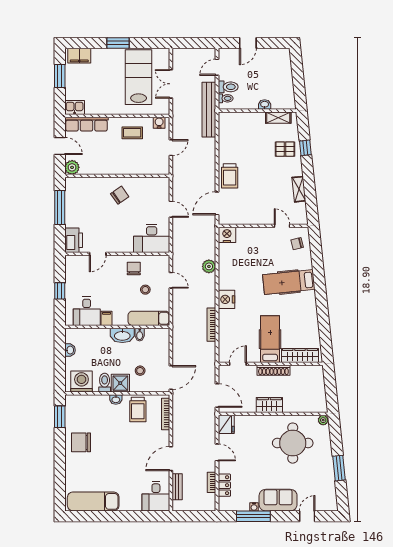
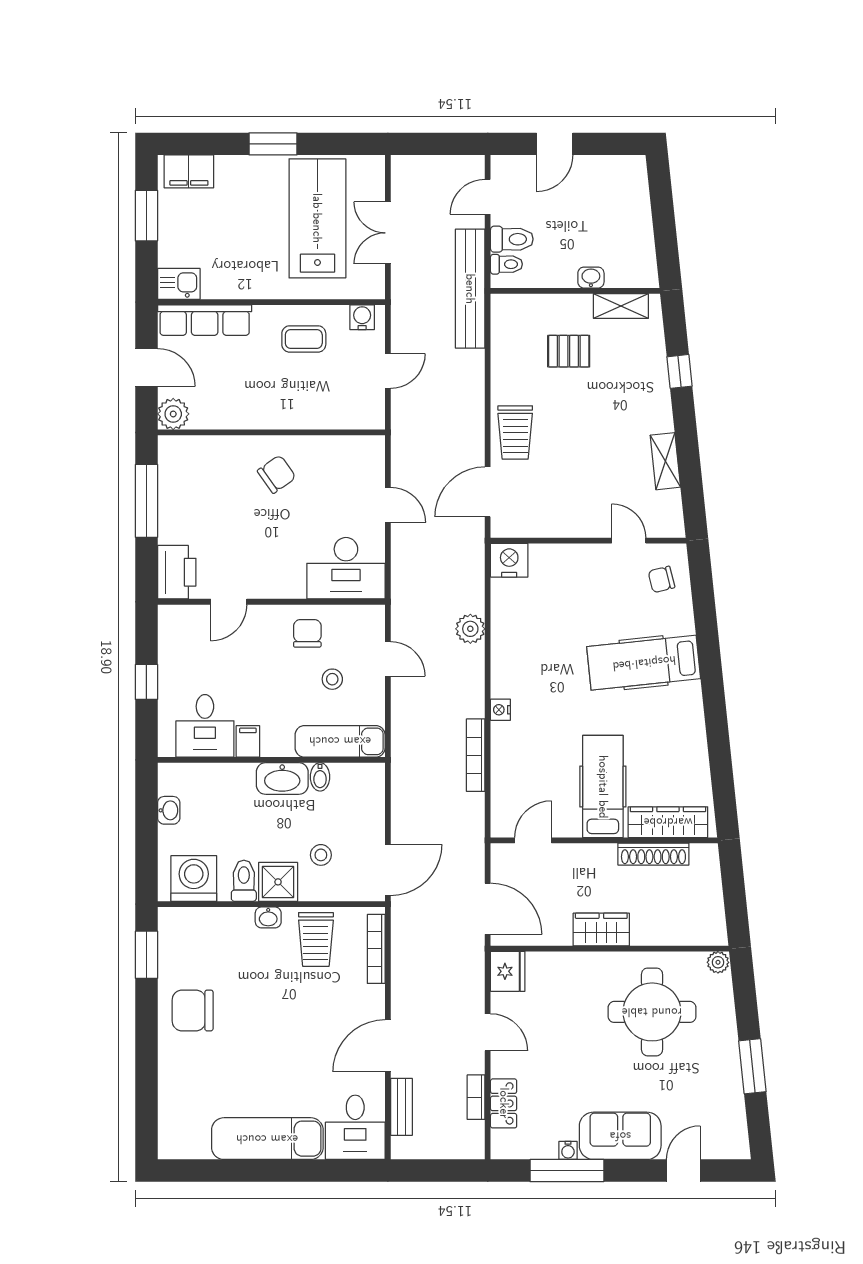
pallet: (285, 149) -> (569, 351), moved
nightstand: (226, 299) -> (500, 710), width x0.53, depth x0.56
shoe rack: (273, 370) -> (653, 854), moved
exam couch: (93, 501) -> (267, 1139), moved

